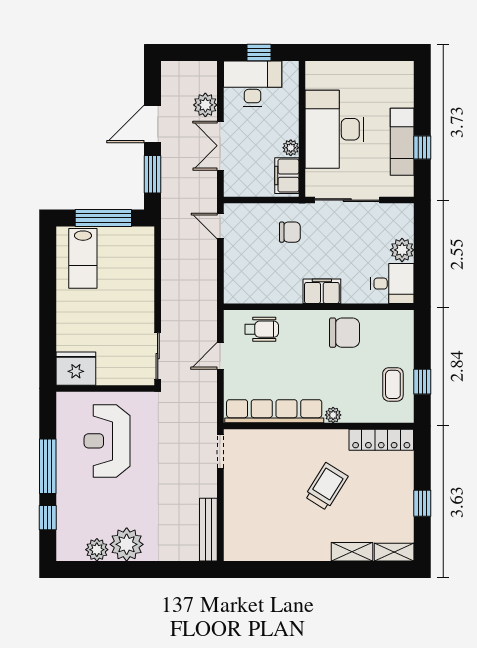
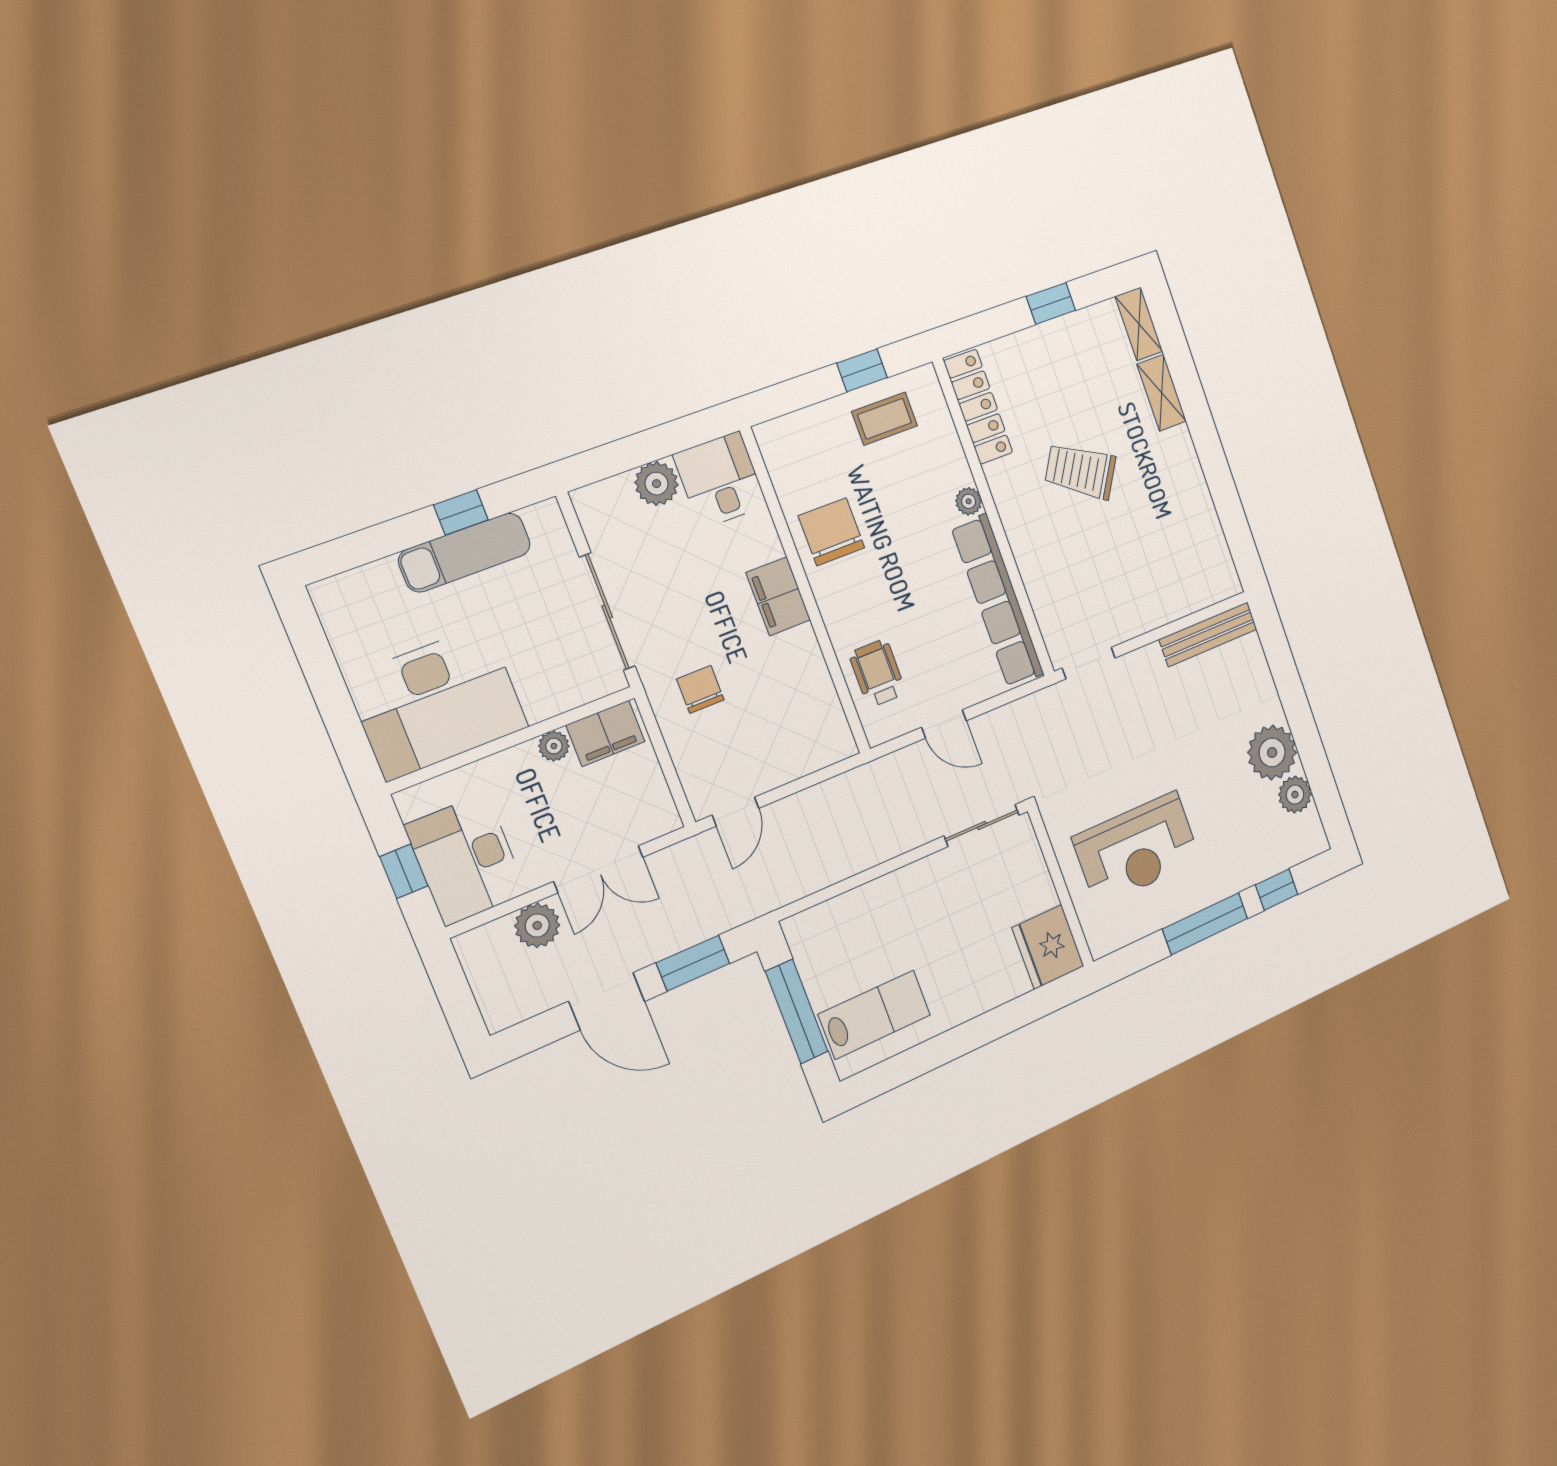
desk: (334, 129) -> (437, 702), moved

